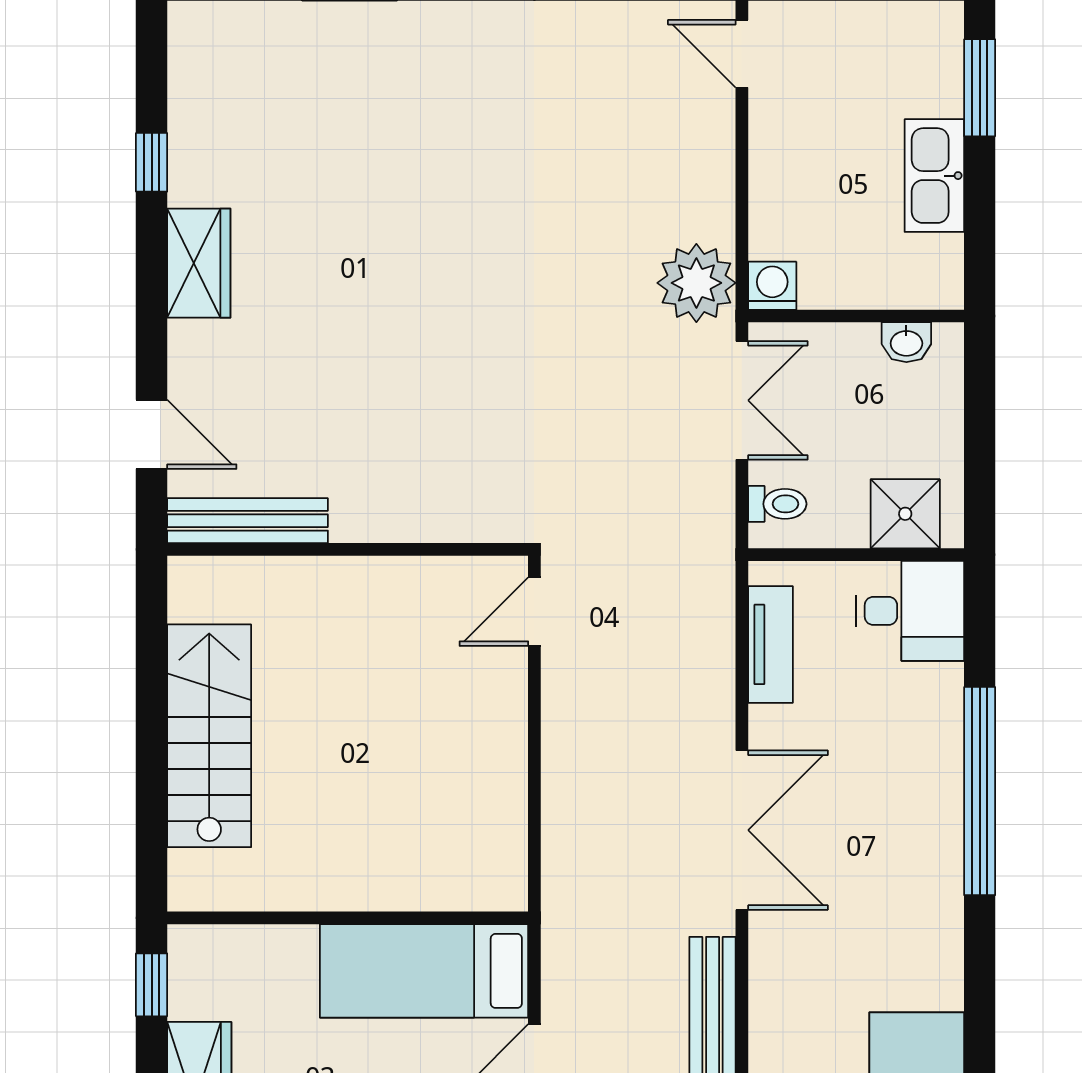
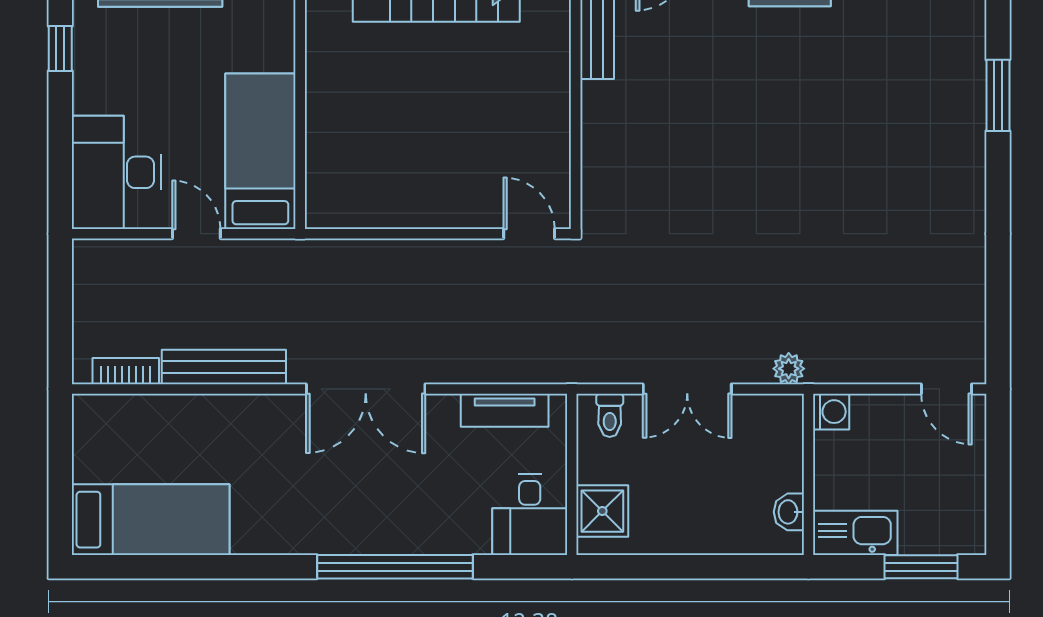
door: (742, 54) -> (946, 389), swing flipped
plant: (696, 283) -> (789, 369), width x0.53, depth x0.53
washing machine: (772, 286) -> (831, 412), moved
wall: (856, 316) -> (809, 474), moved
washbasin: (906, 342) -> (789, 512), moved

